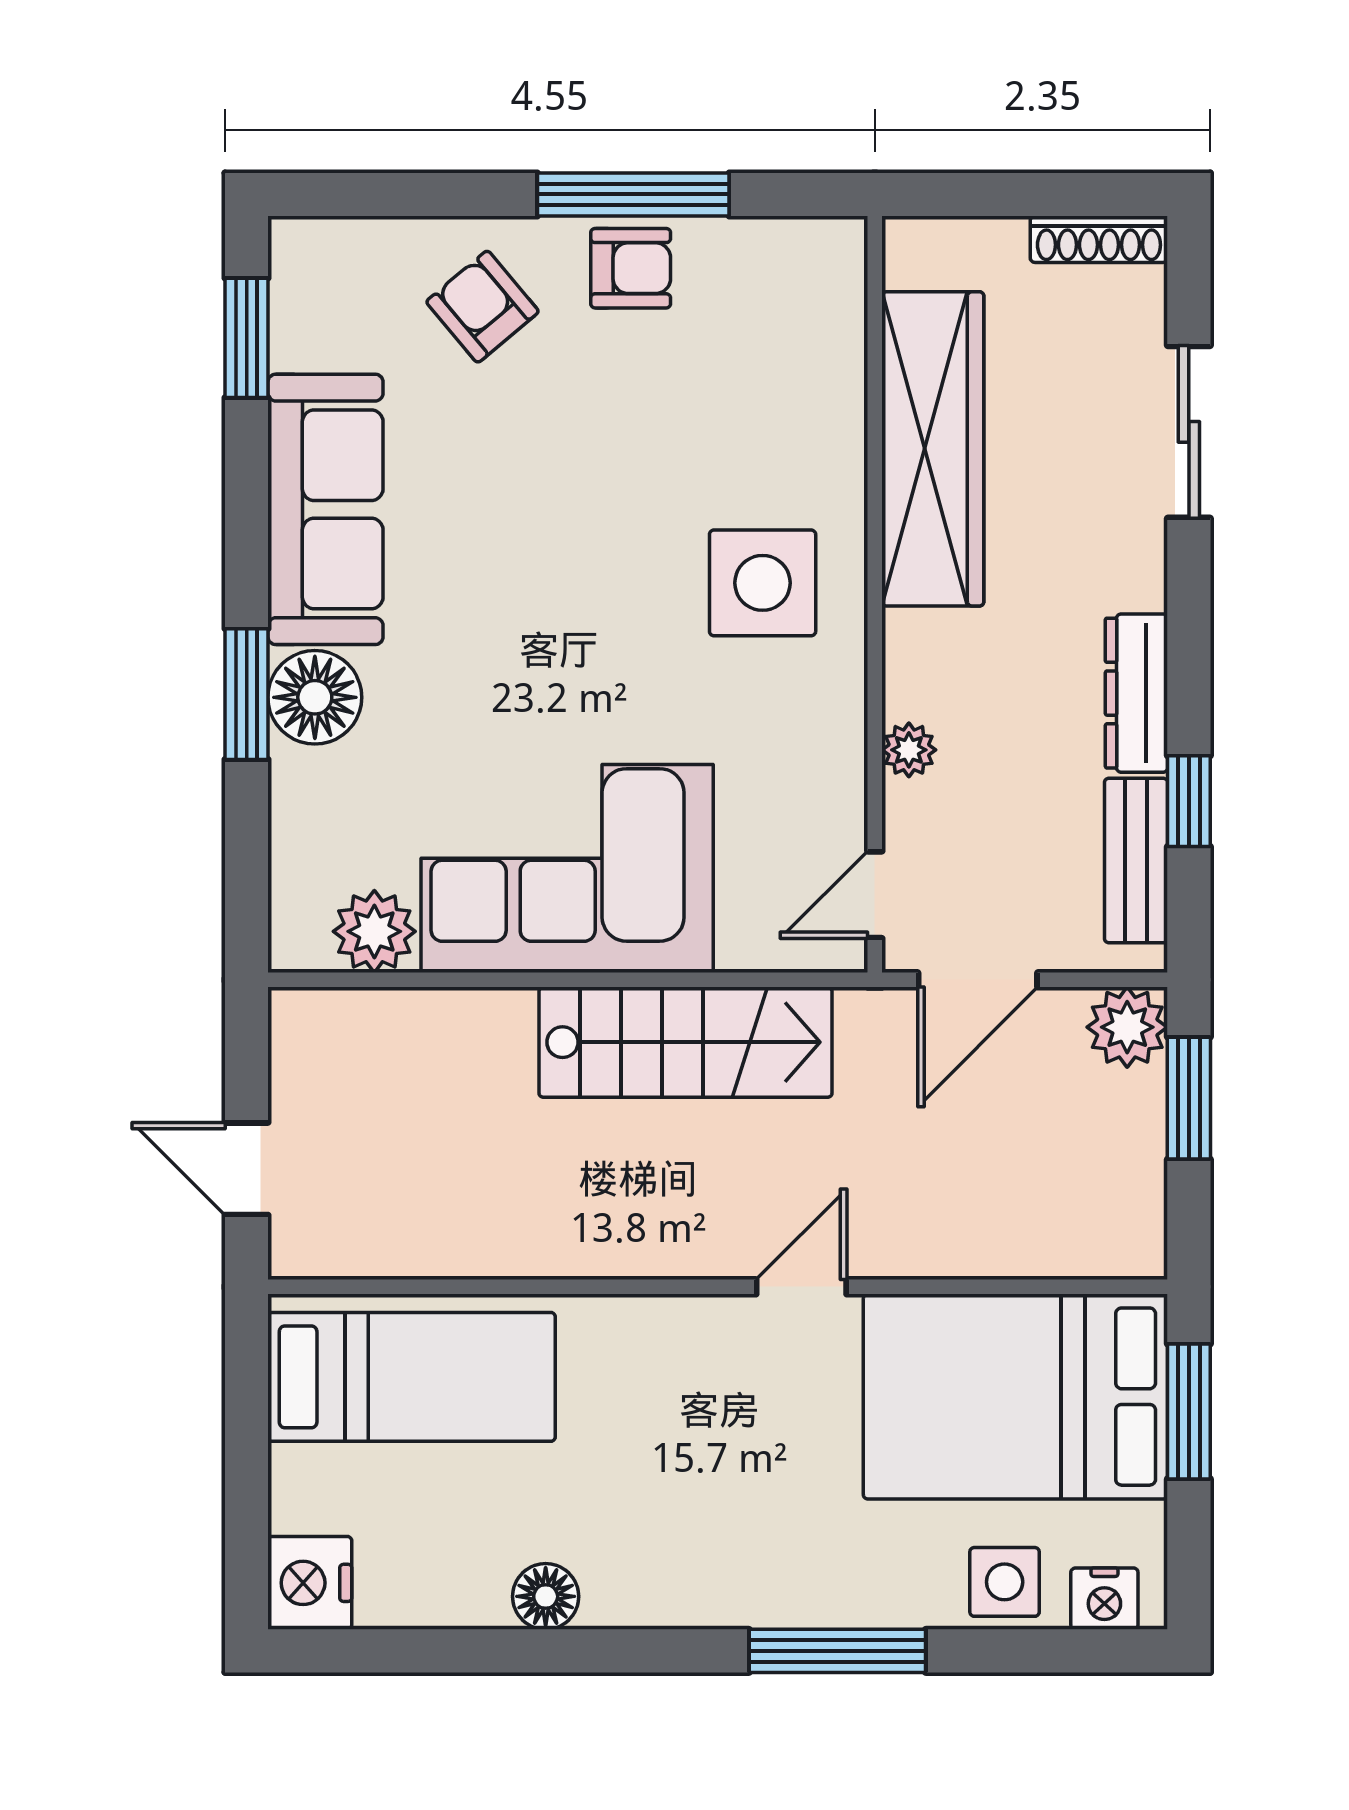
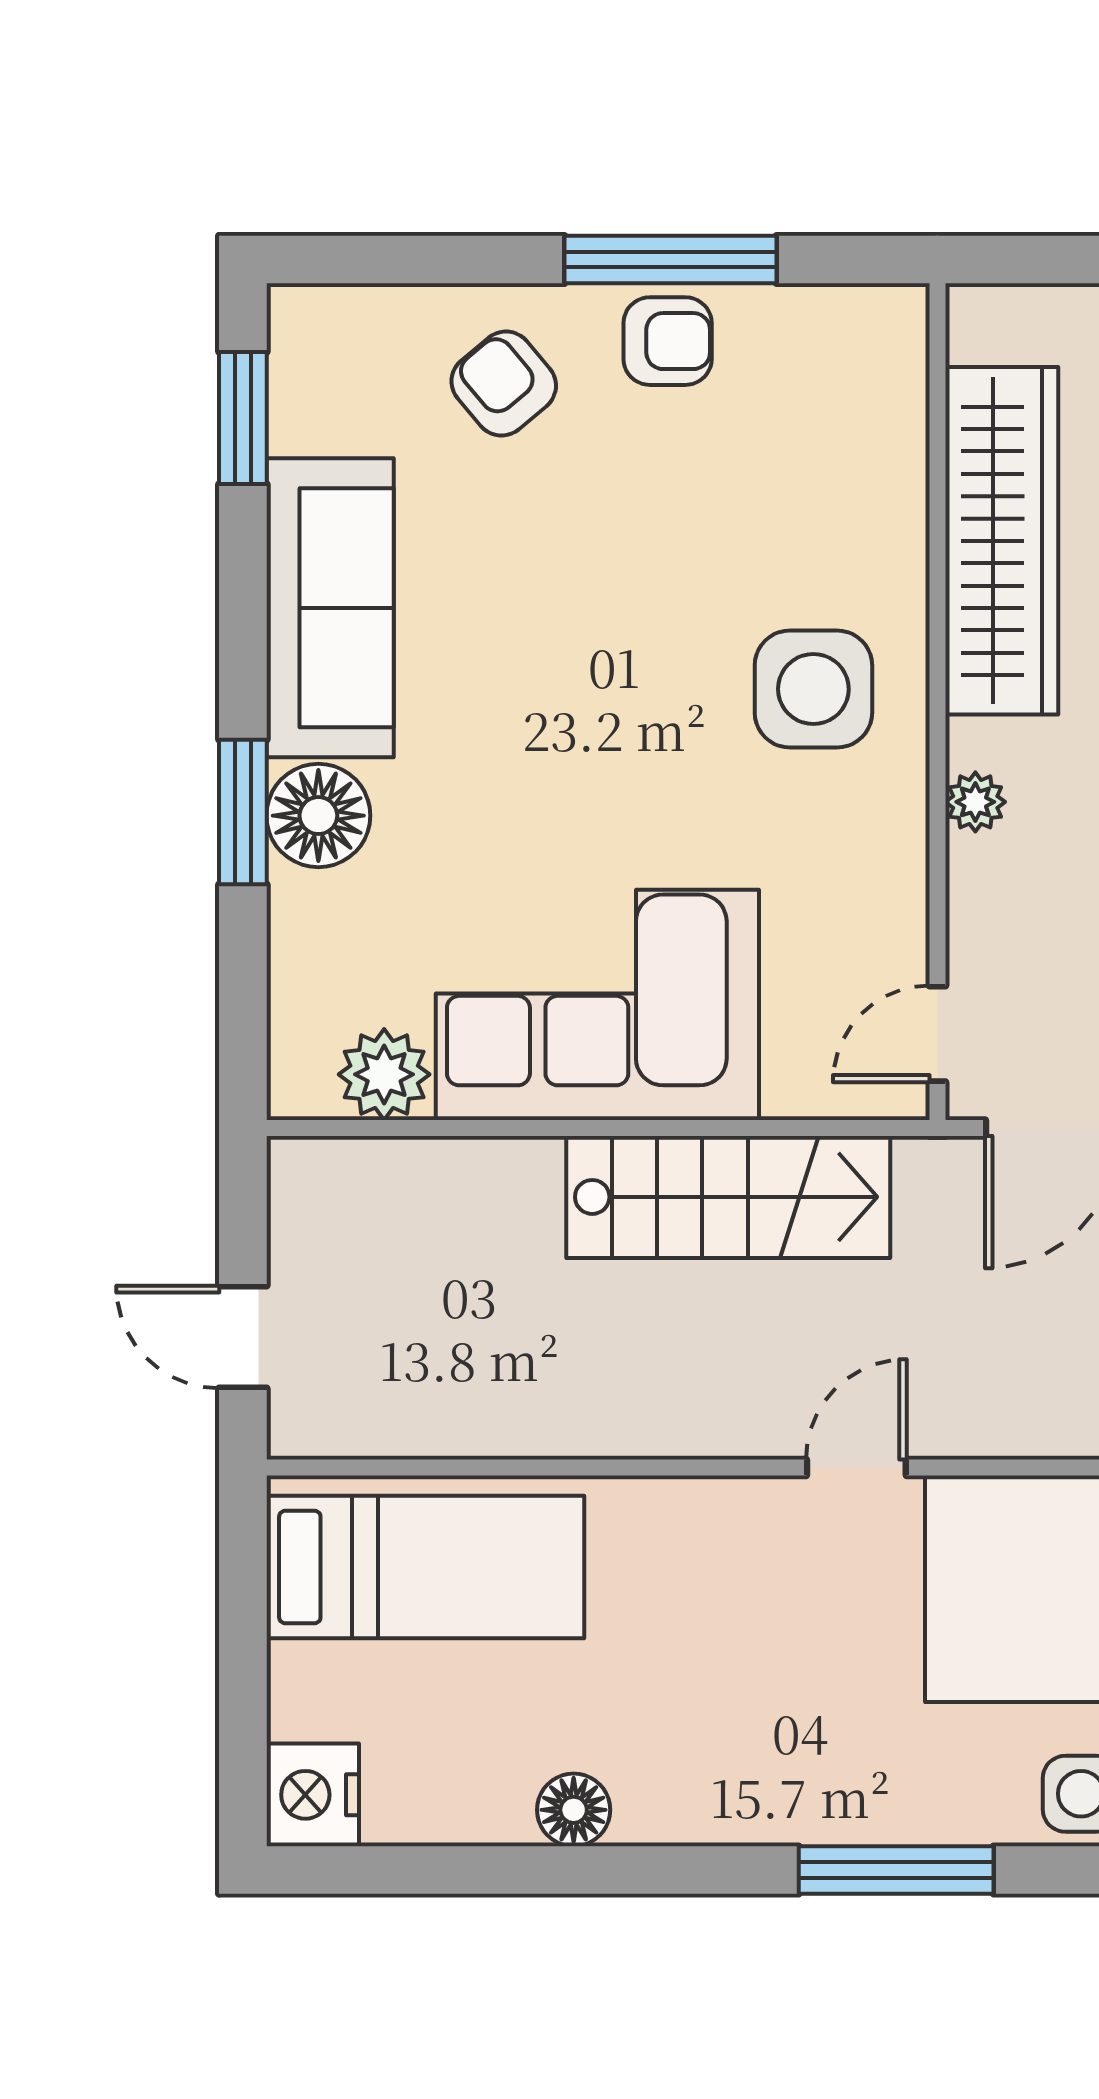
plant: (909, 750) -> (975, 802), moved

